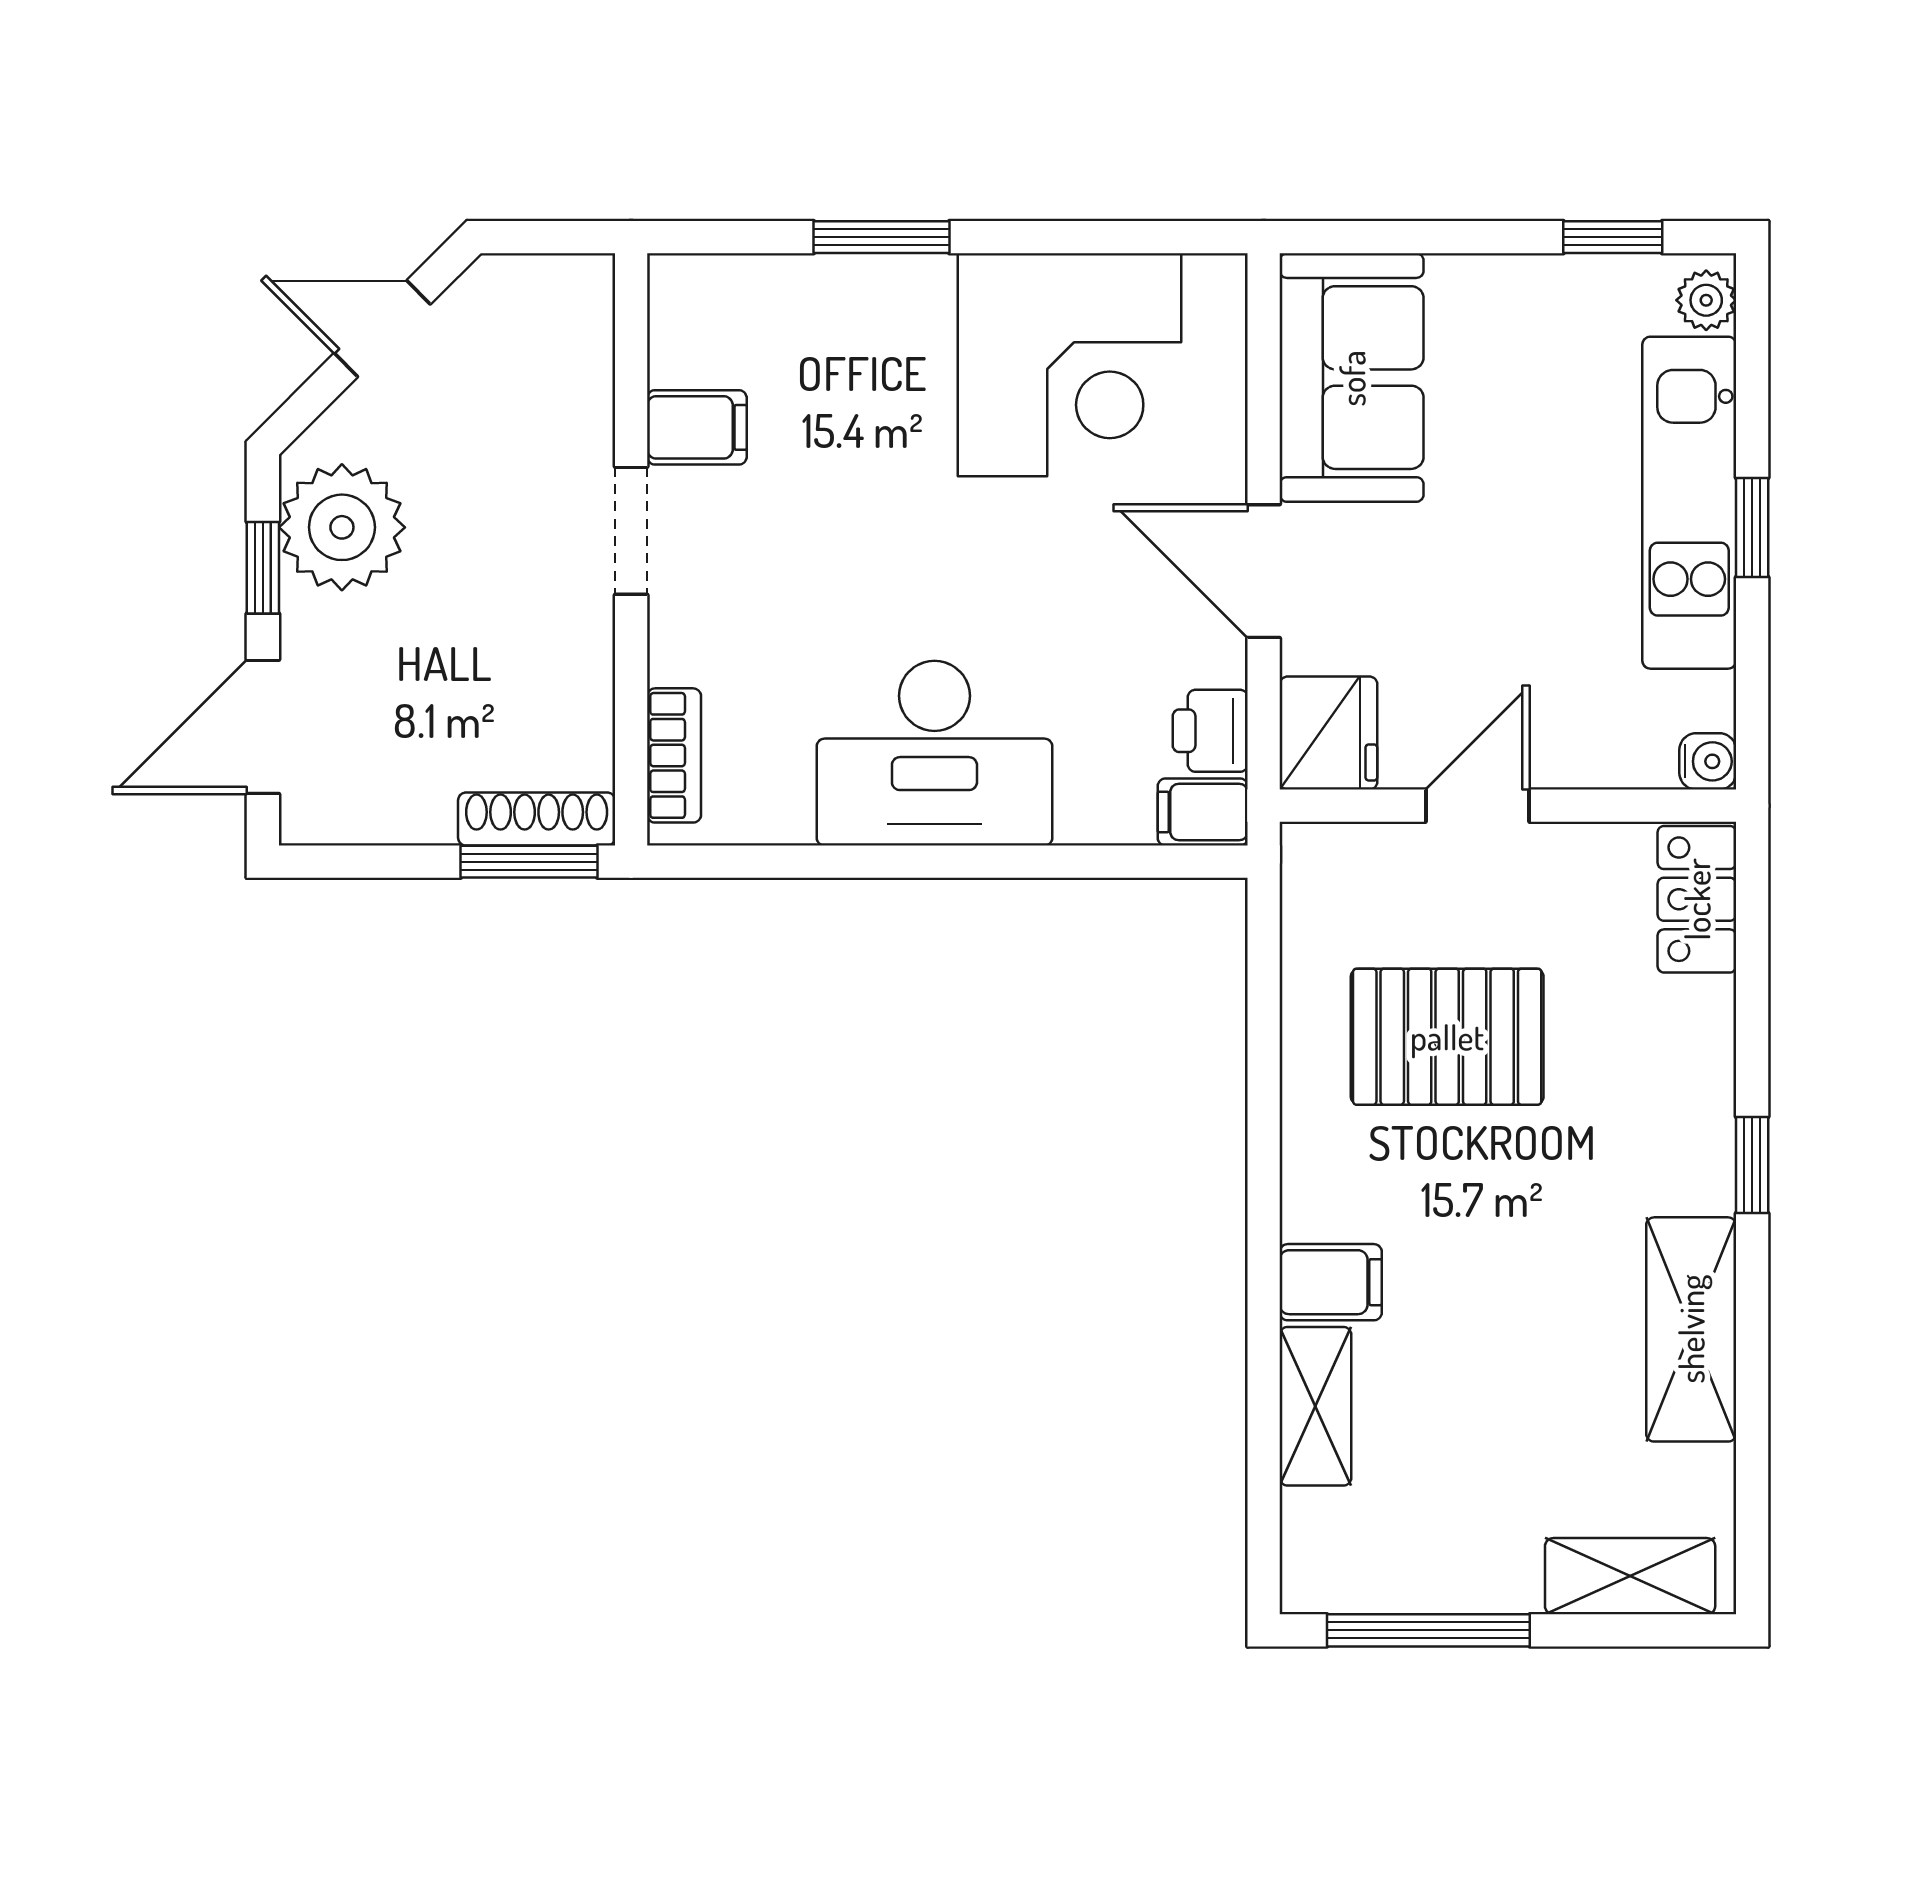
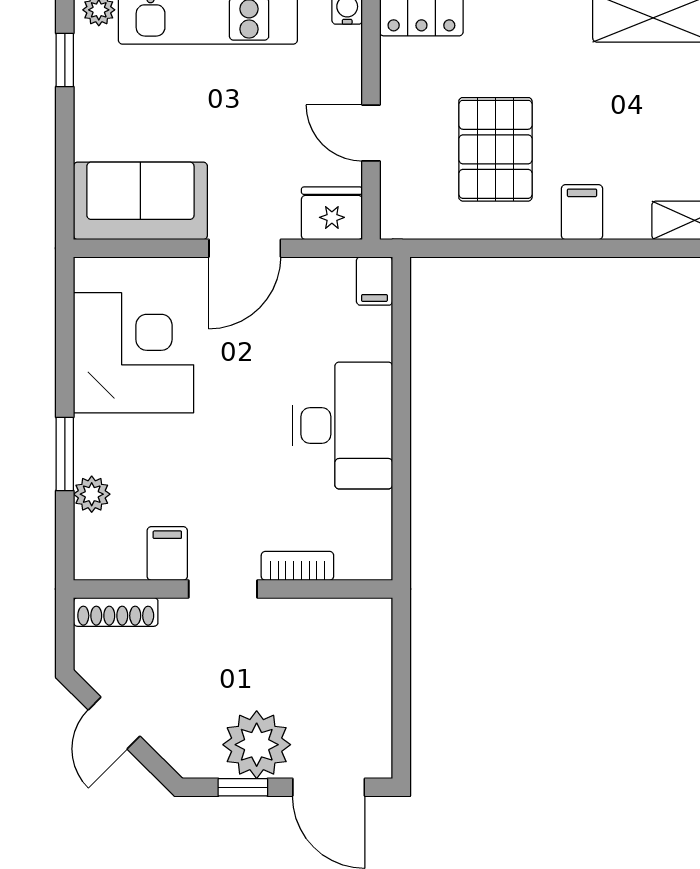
plant: (807, 287) -> (92, 494), added
plant: (342, 527) -> (257, 745), moved
printer: (1210, 731) -> (331, 277), removed
bookcase: (674, 755) -> (297, 566), moved
shoe rack: (537, 819) -> (116, 612), moved, turned -90
window: (529, 862) -> (401, 644), removed
filing cabinet: (1331, 1282) -> (582, 212), moved

